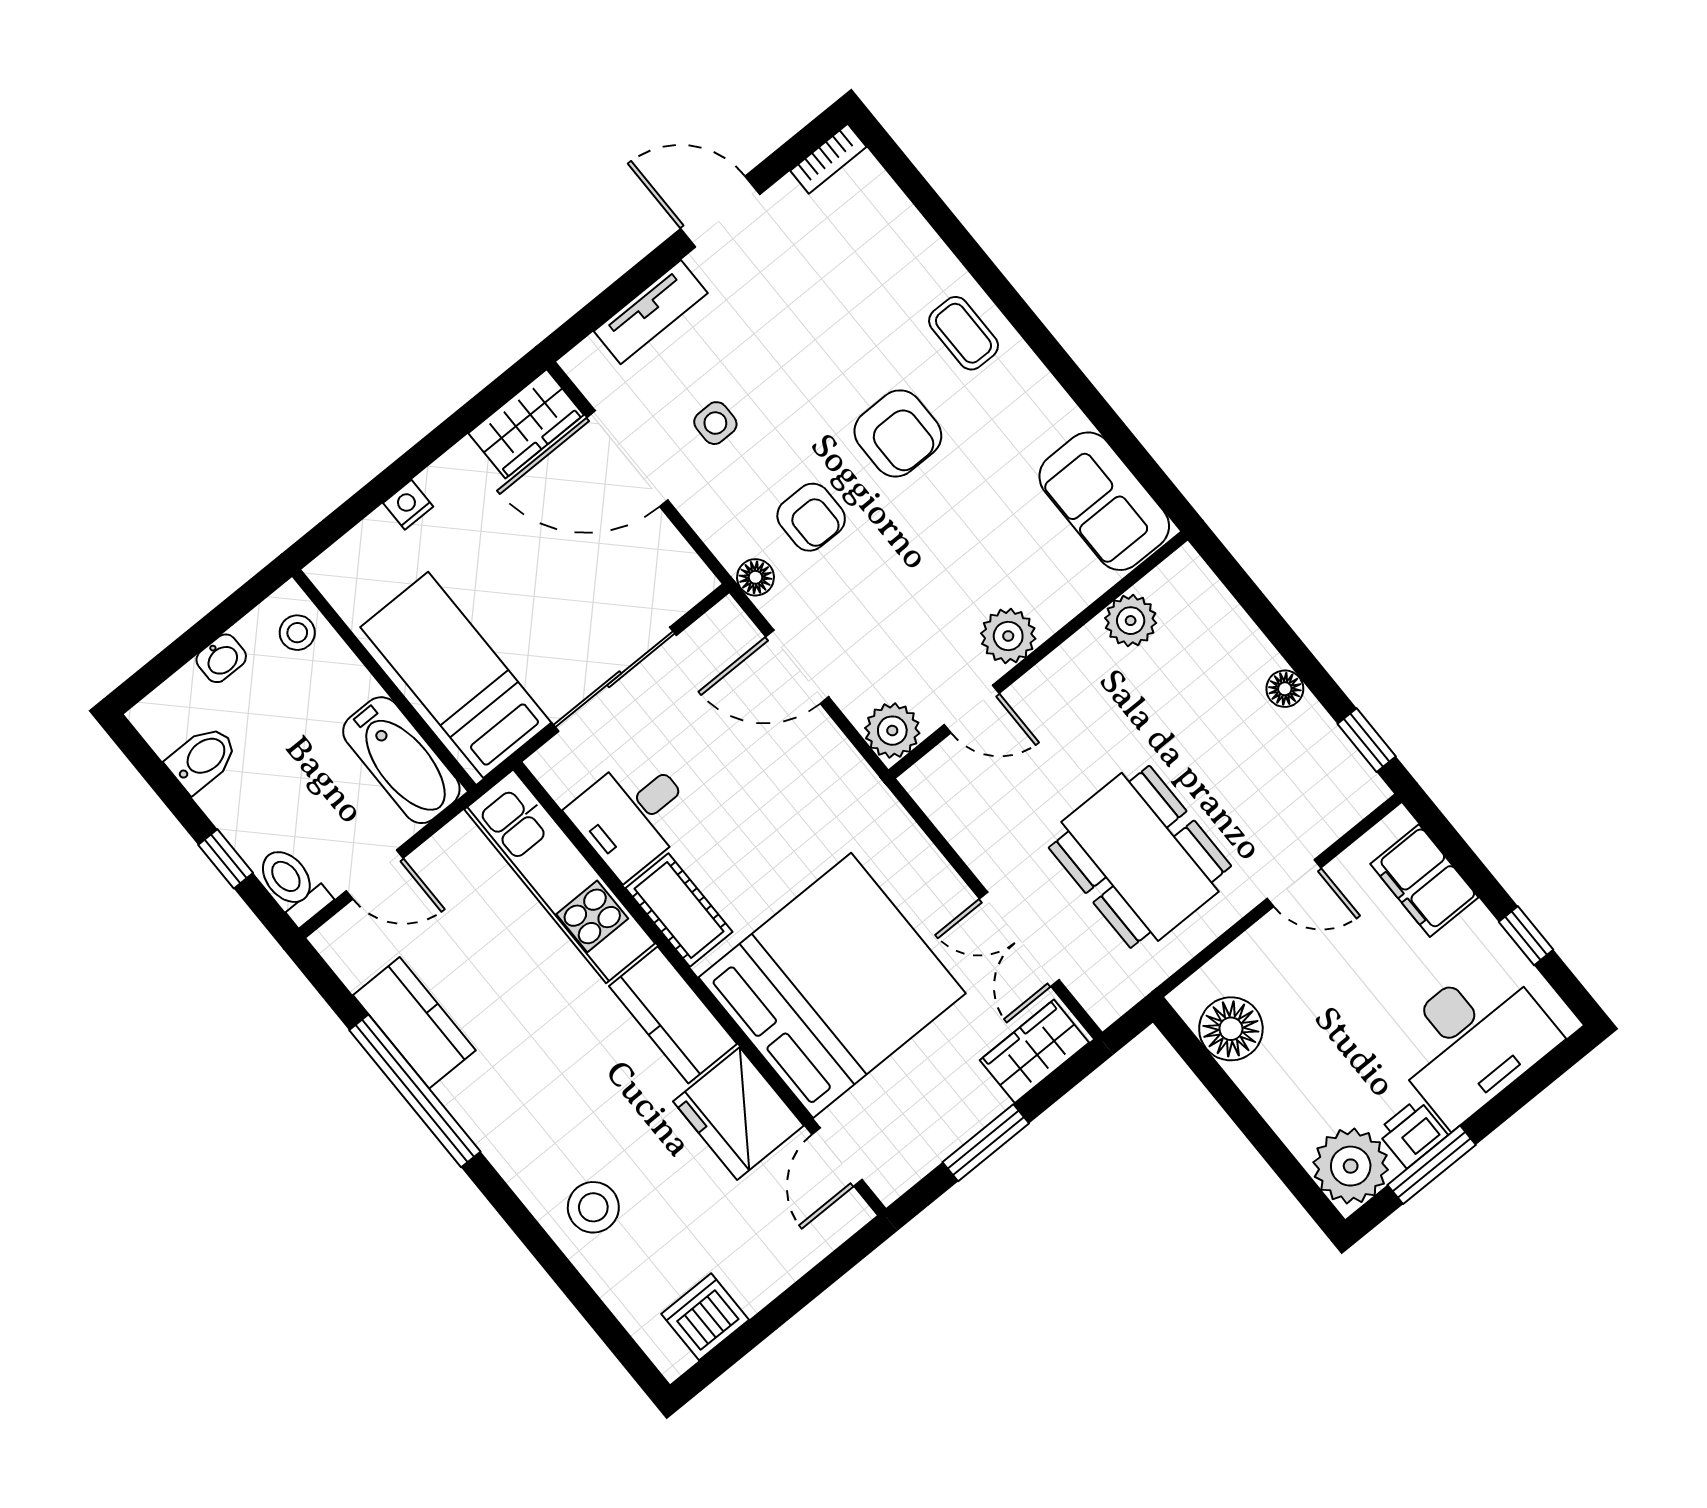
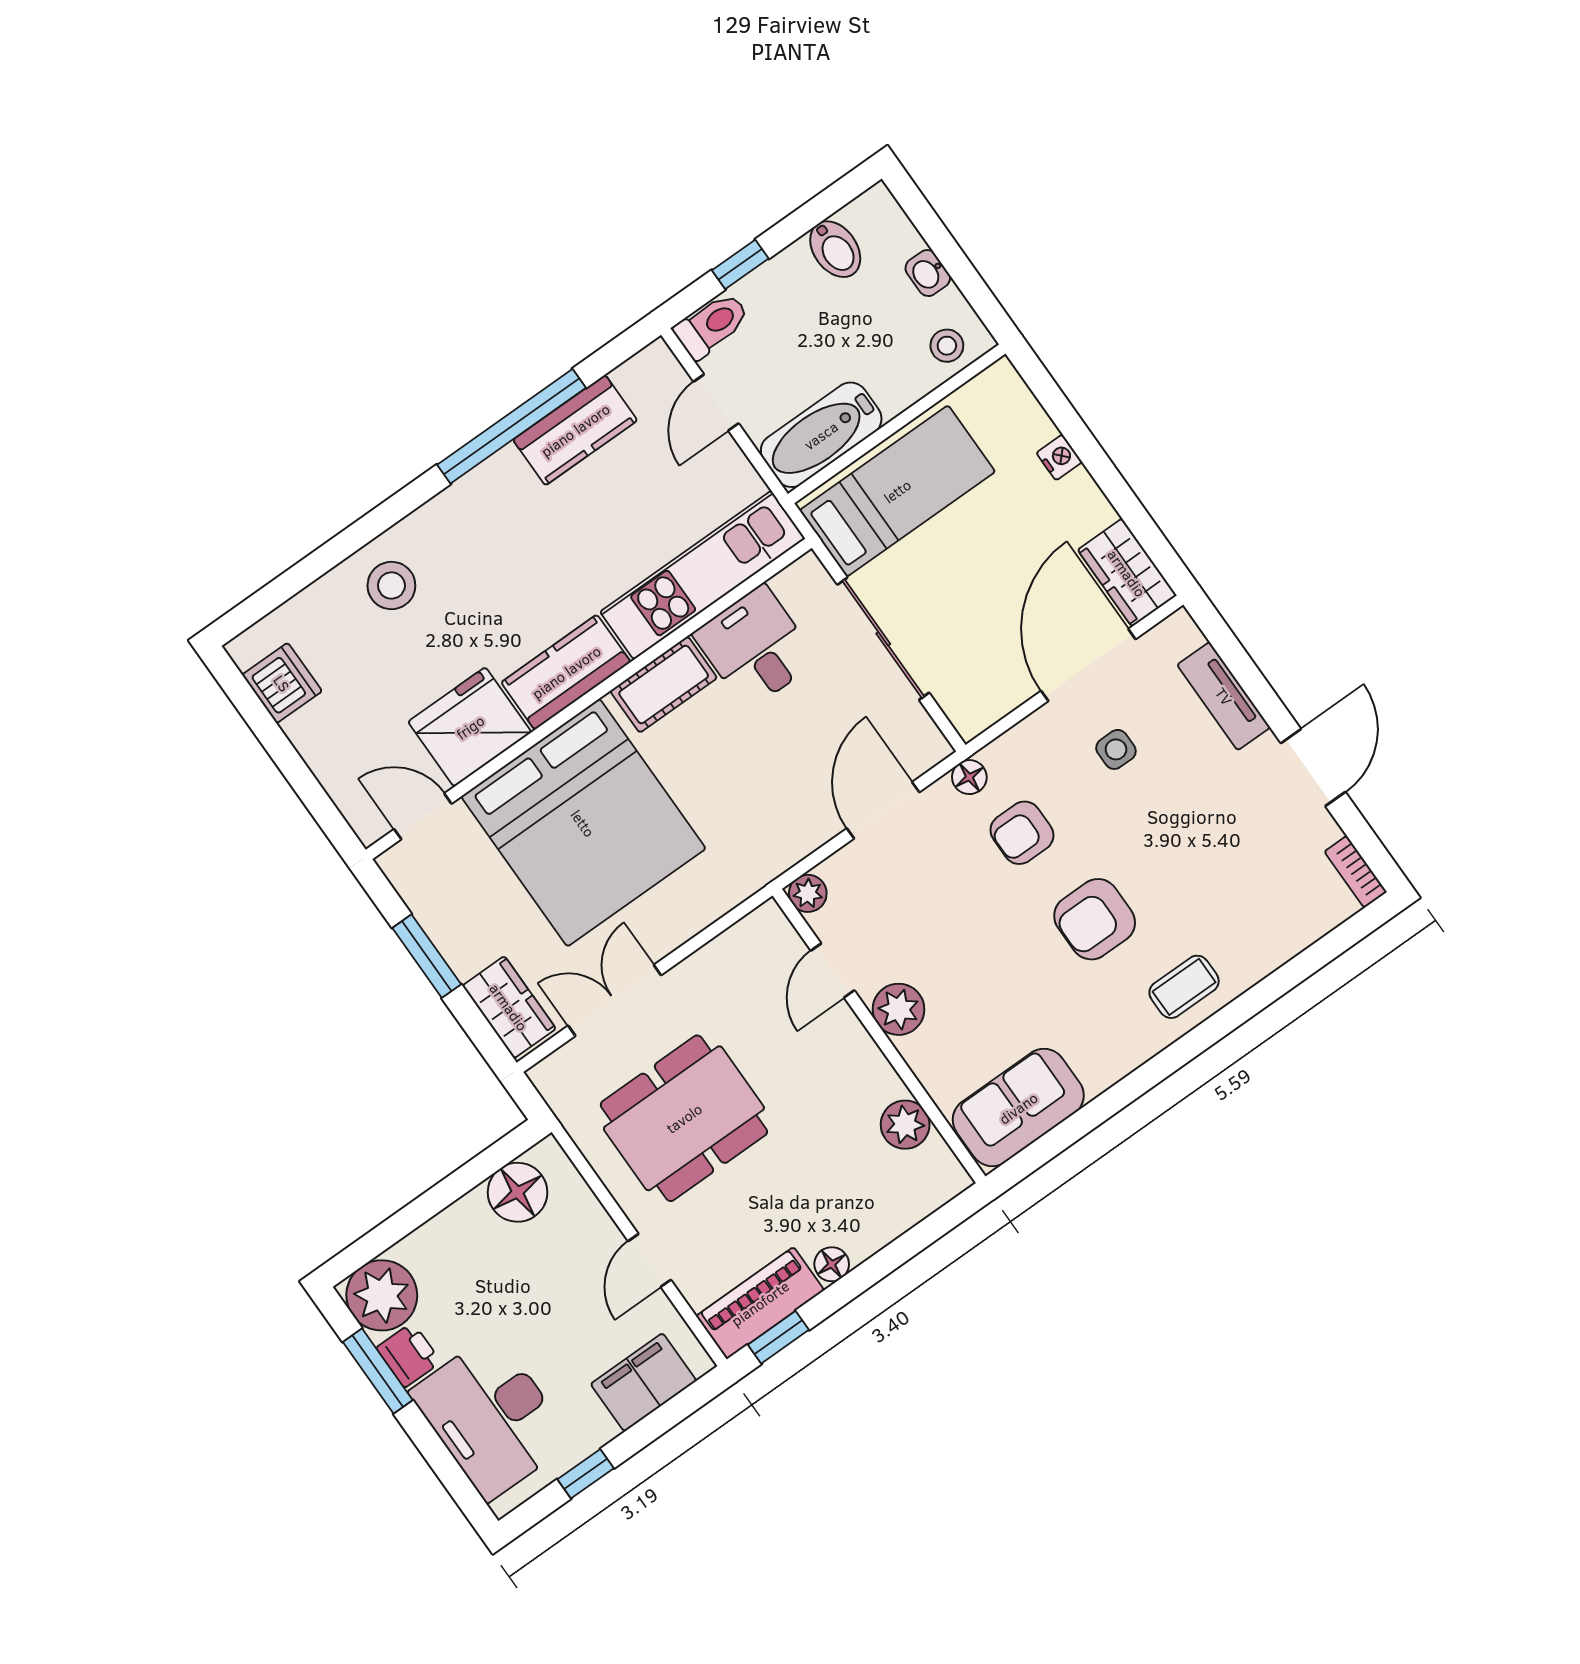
plant: (892, 731) -> (808, 893), width x0.73, depth x0.73
piano: (1331, 762) -> (760, 1303), added

